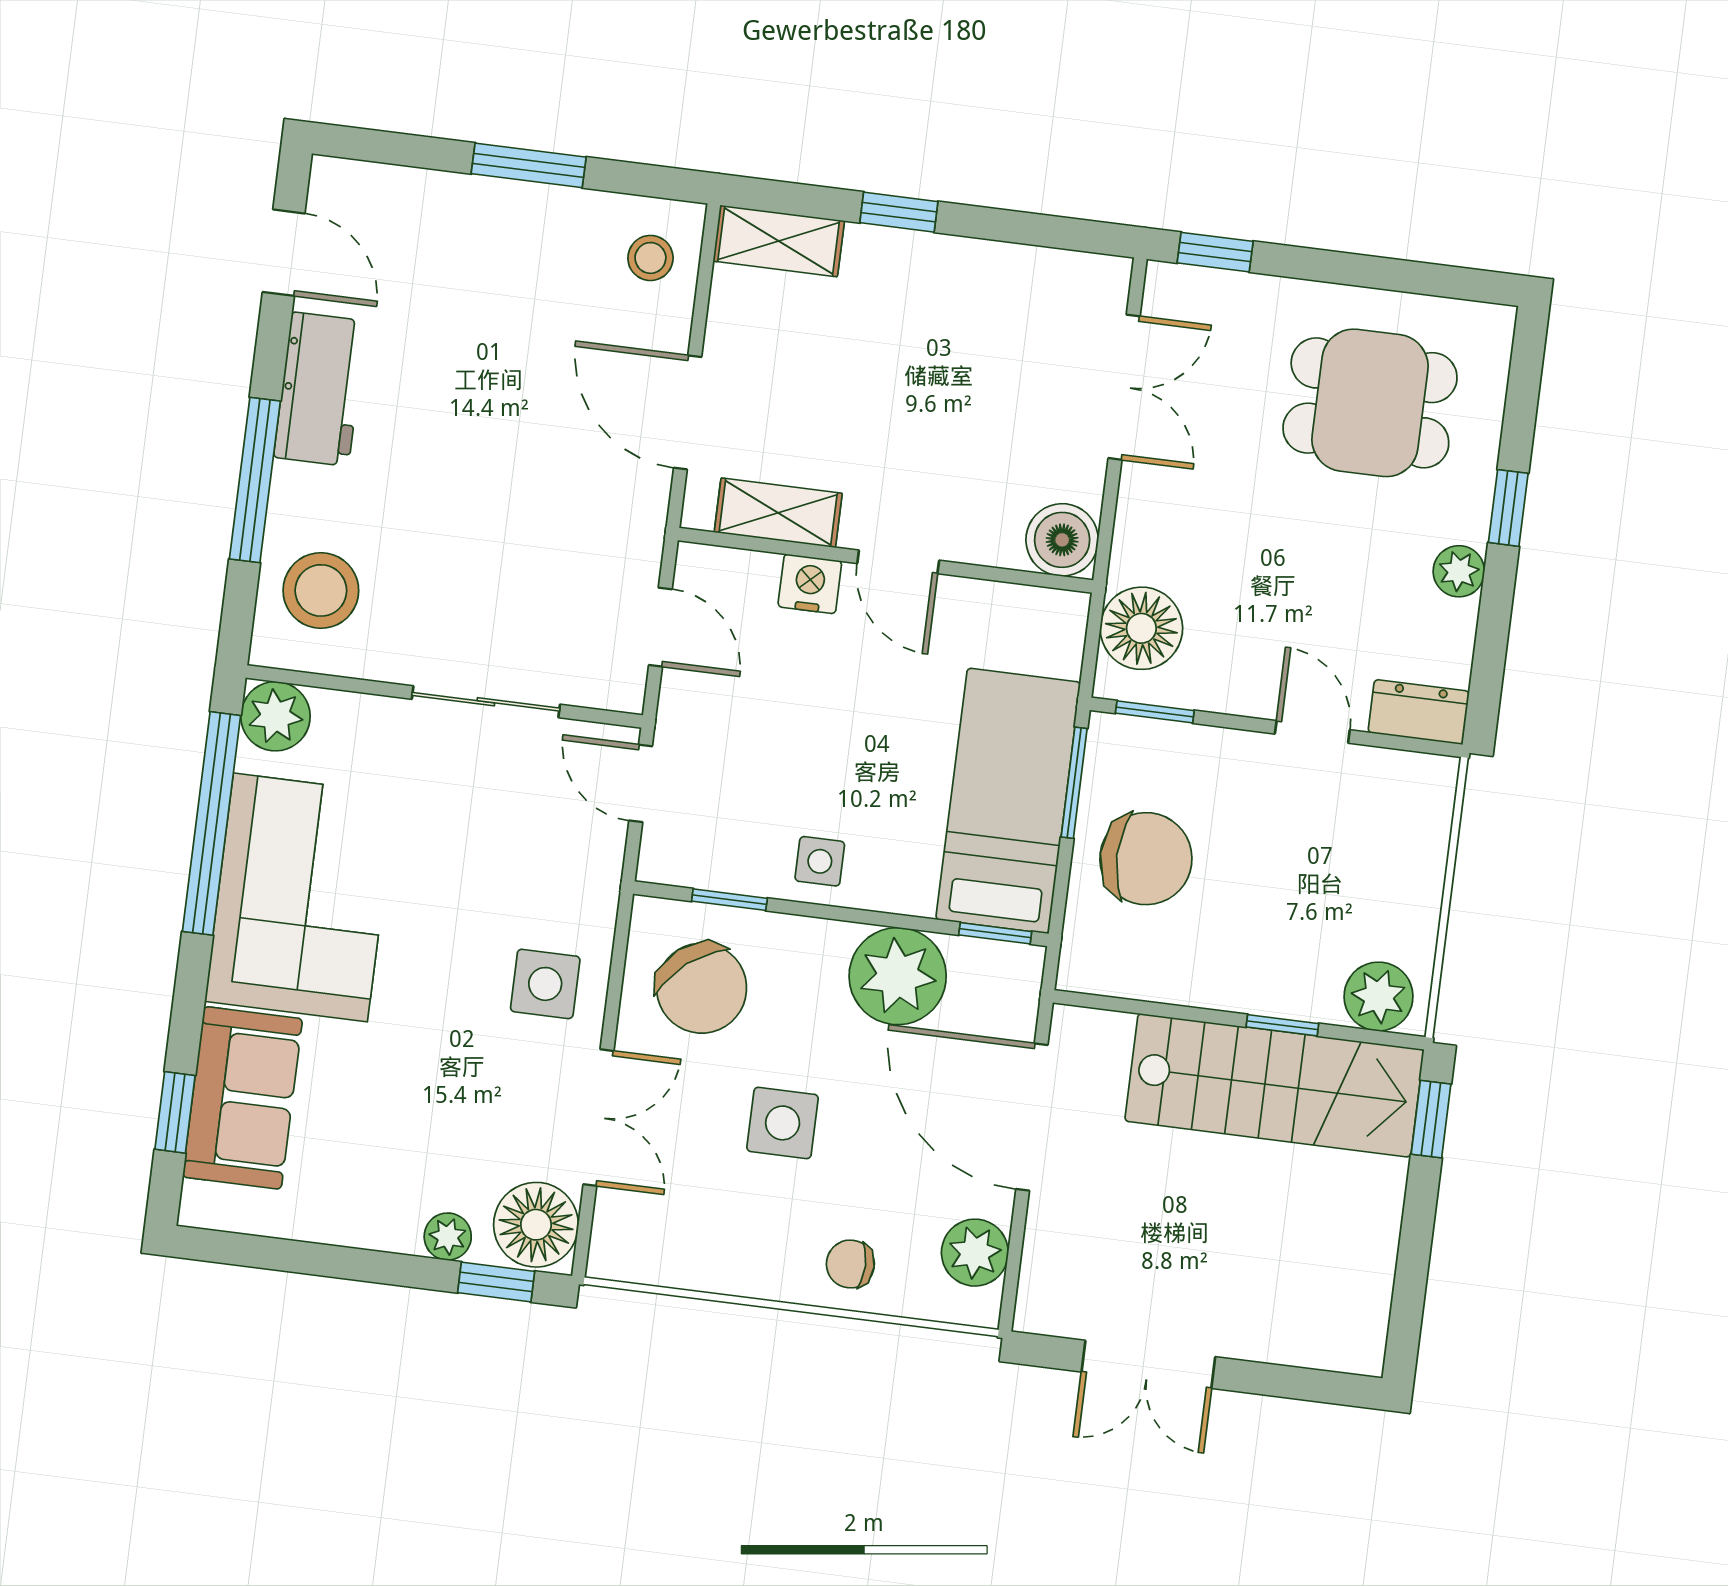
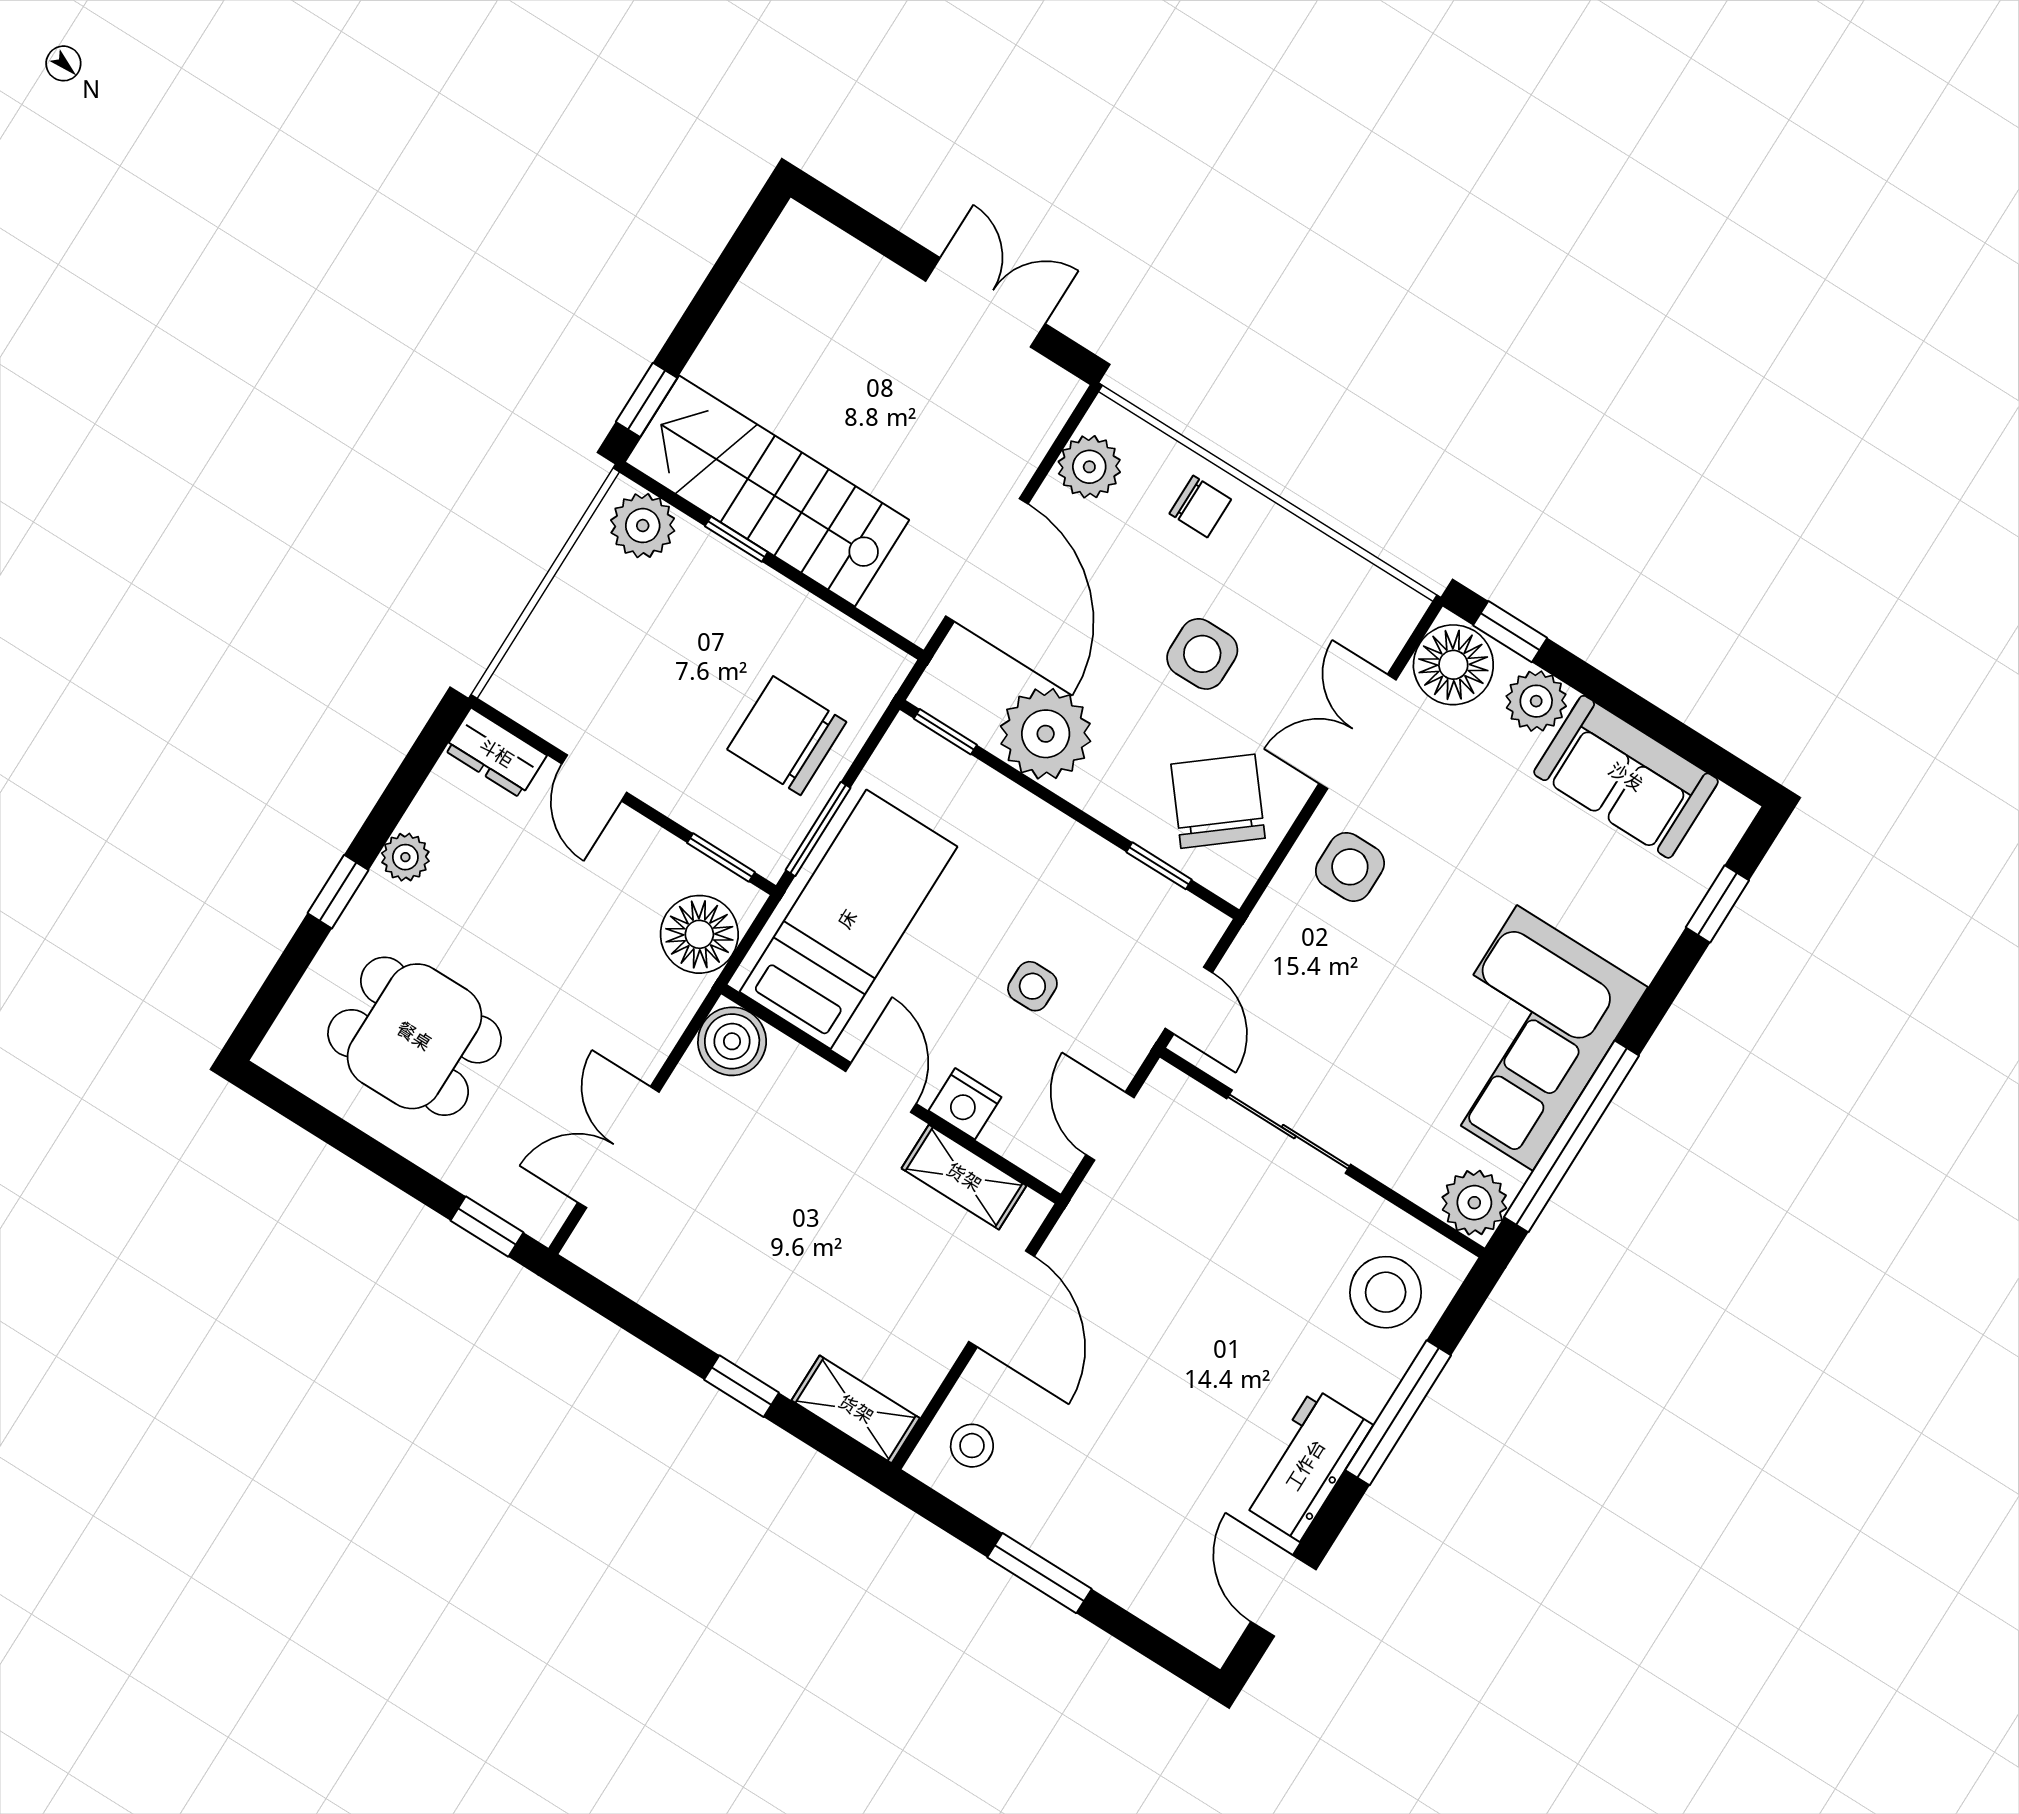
bed: (1008, 801) -> (848, 919), moved, turned 180
side table: (820, 861) -> (1032, 986), moved
sofa: (242, 1098) -> (1626, 777), moved, turned -90
plant: (448, 1237) -> (1536, 701), width x1.38, depth x1.38

